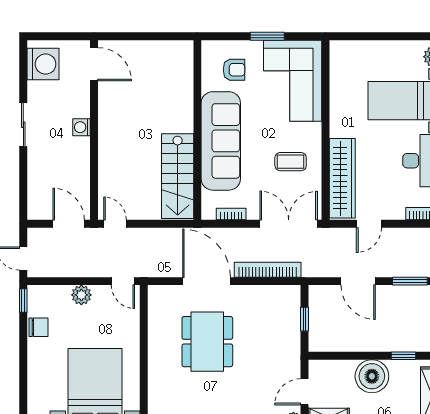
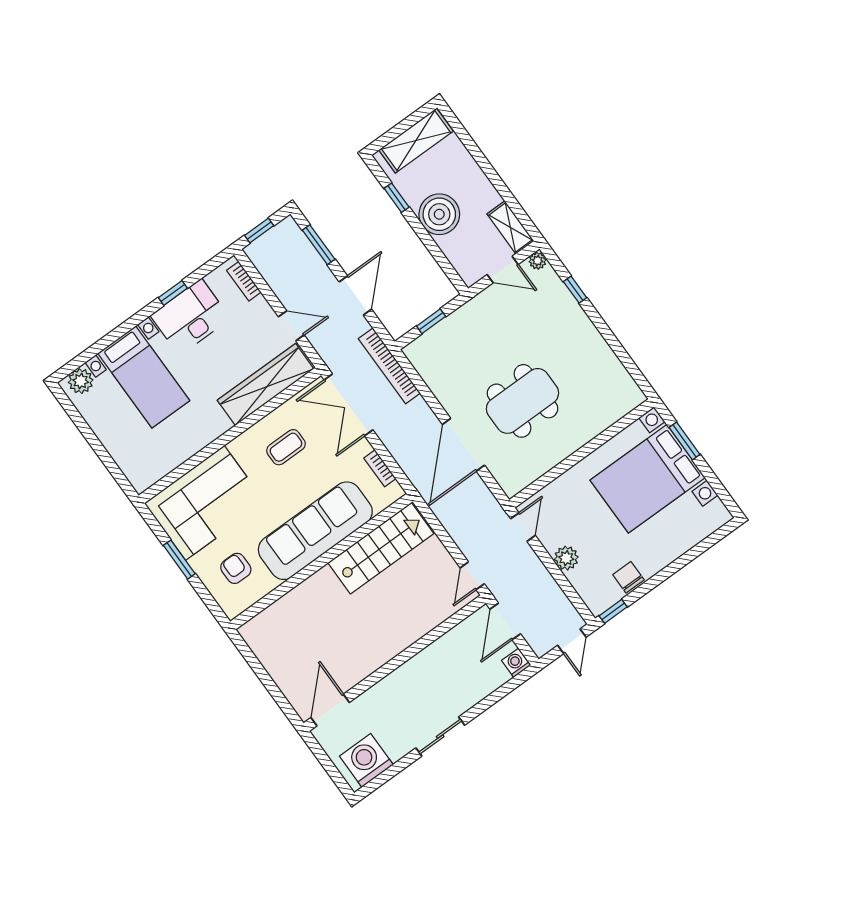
washing machine: (82, 127) -> (516, 663), moved, turned 180
coffee table: (291, 162) -> (286, 447), turned 90
bookcase: (268, 270) -> (389, 366), moved

